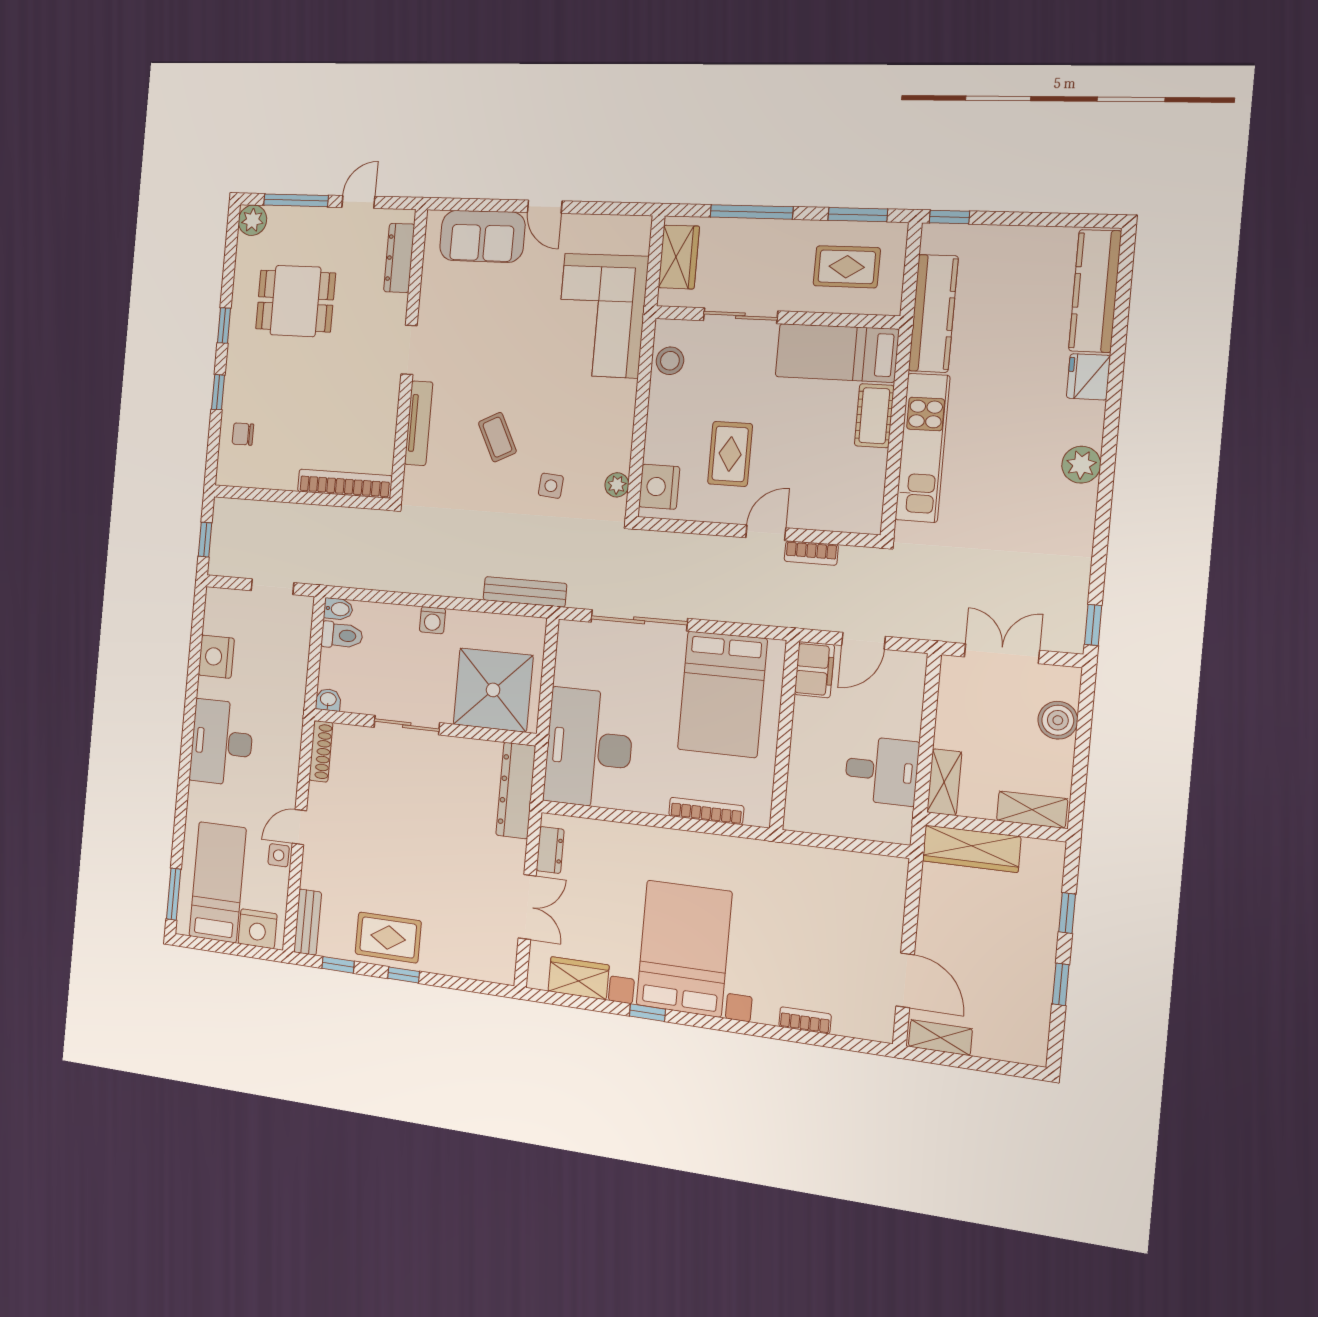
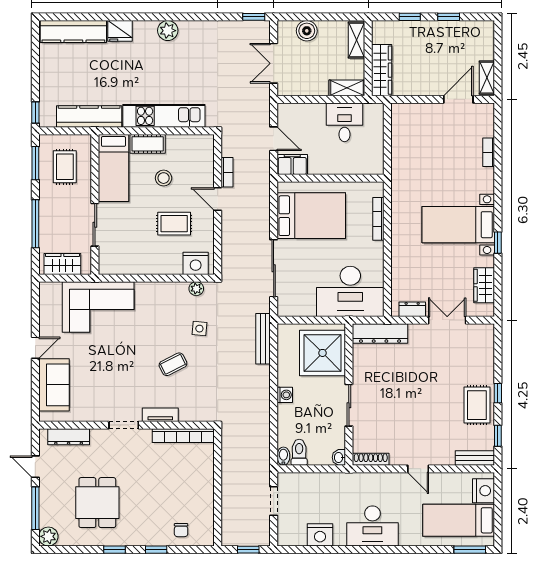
stool: (670, 361) -> (164, 178), moved
tv unit: (419, 423) -> (160, 415), width x0.71
bookcase: (345, 484) -> (183, 436), moved, turned -90
side table: (279, 855) -> (437, 481), removed
bed with nightstands: (684, 948) -> (458, 225), width x0.73

